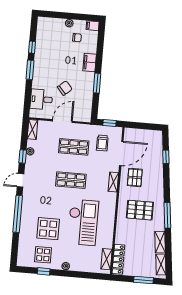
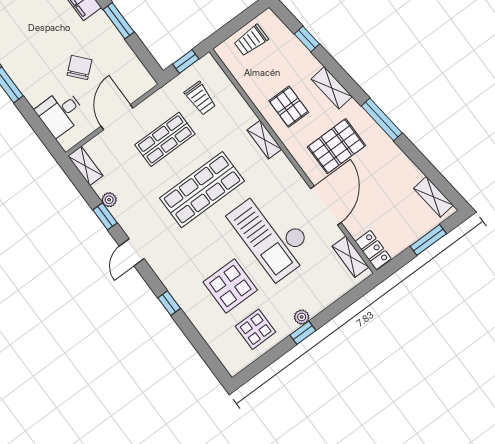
trolley: (143, 138) -> (251, 40), added
door: (121, 153) -> (326, 206), moved
shop shelf: (71, 180) -> (202, 190), width x1.43, depth x1.36
window: (18, 214) -> (169, 303), width x0.32
checkout: (83, 222) -> (272, 234), turned 180
shelving: (160, 242) -> (332, 88), moved
locker: (118, 259) -> (373, 250), width x0.66
window: (44, 271) -> (303, 333), moved

